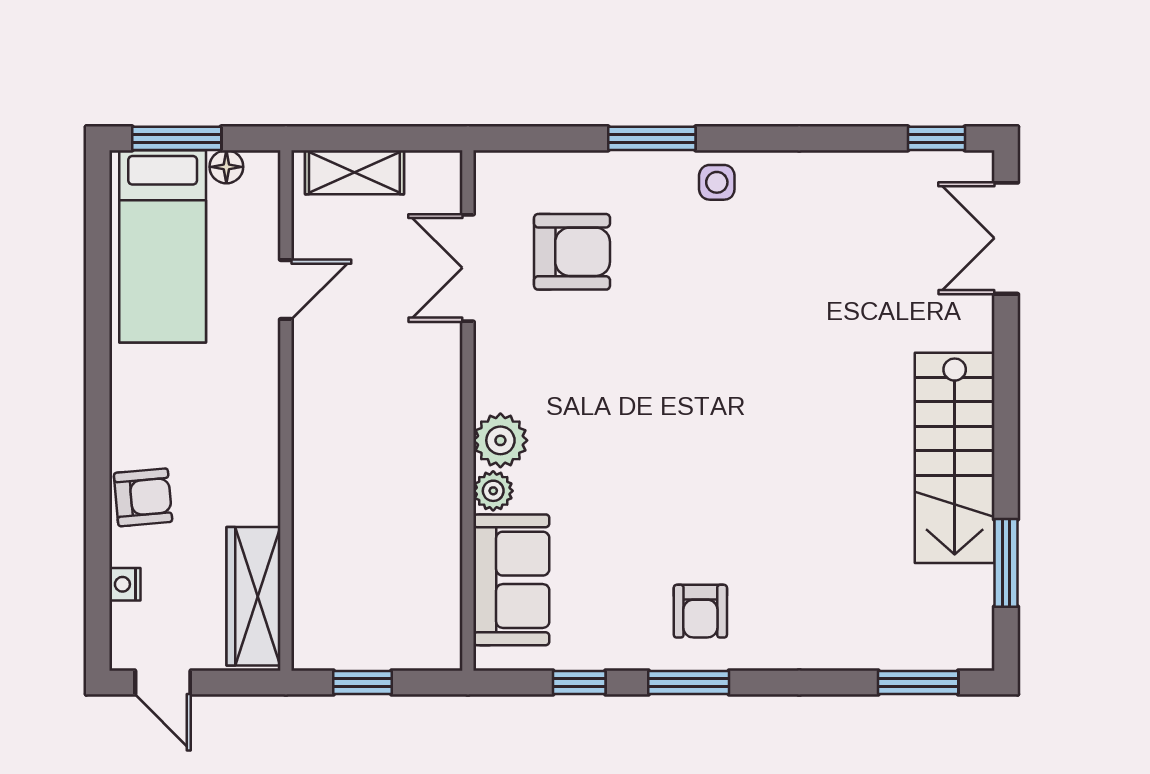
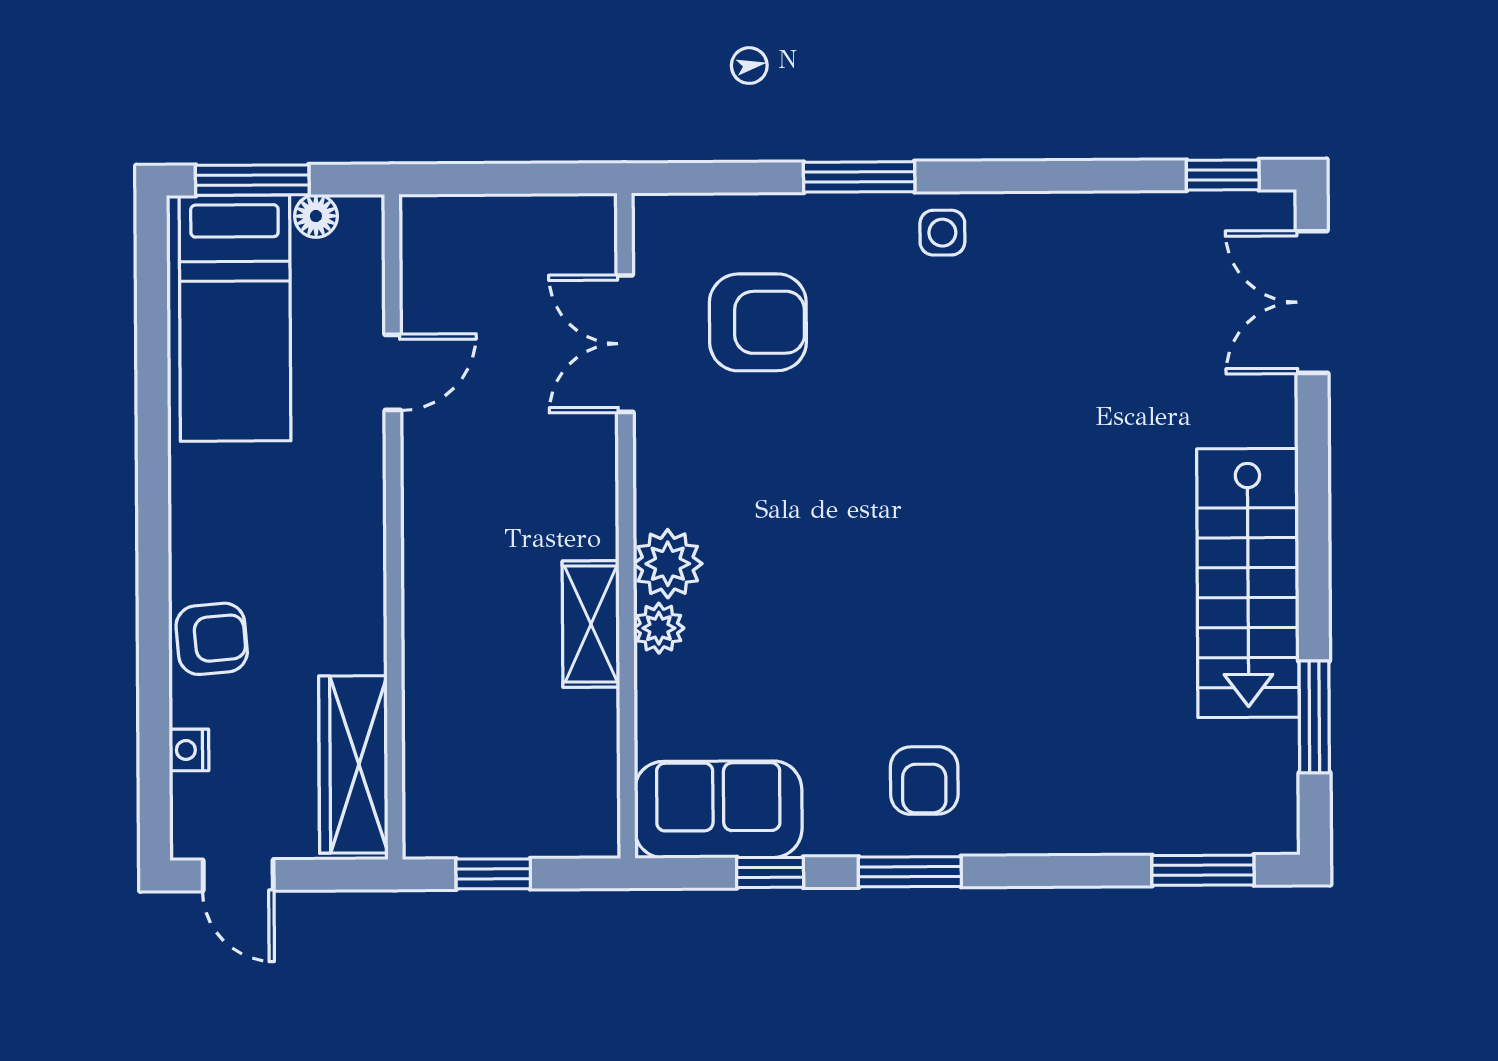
shelving: (354, 172) -> (591, 624), moved, turned 90
sofa: (511, 580) -> (718, 809), moved, turned -90

